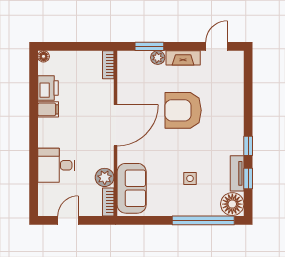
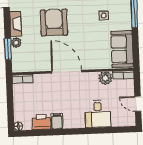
armchair: (183, 110) -> (54, 23), turned 180
sofa: (132, 188) -> (122, 49), moved, turned -90

